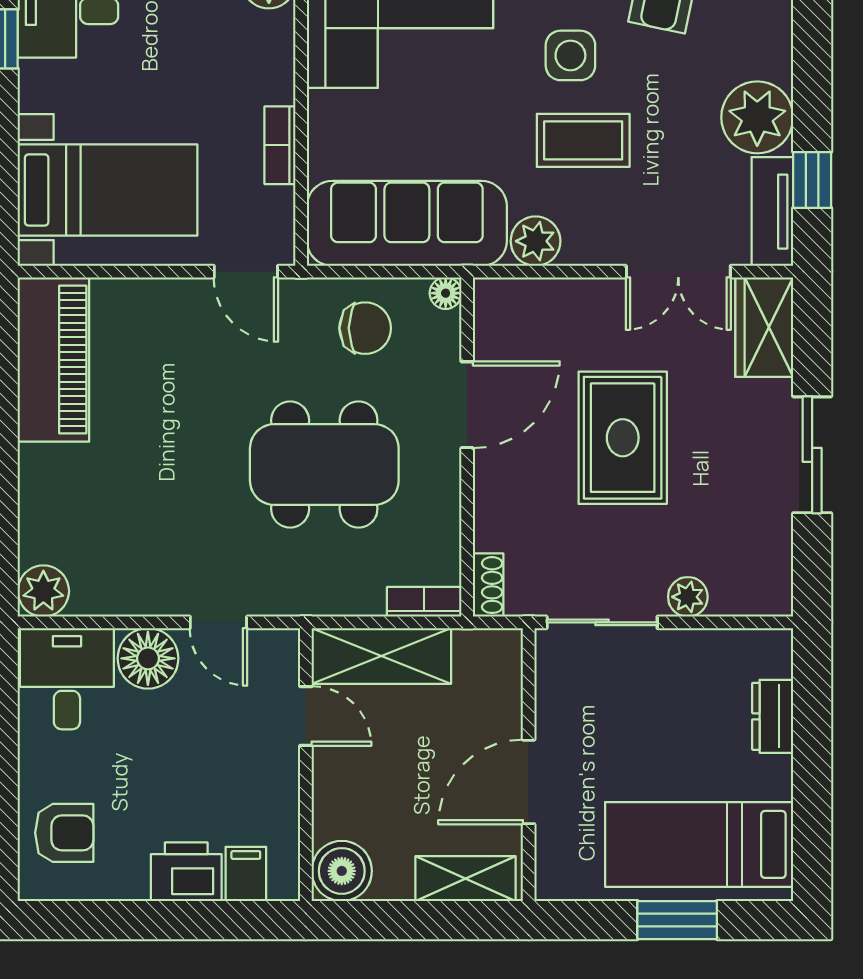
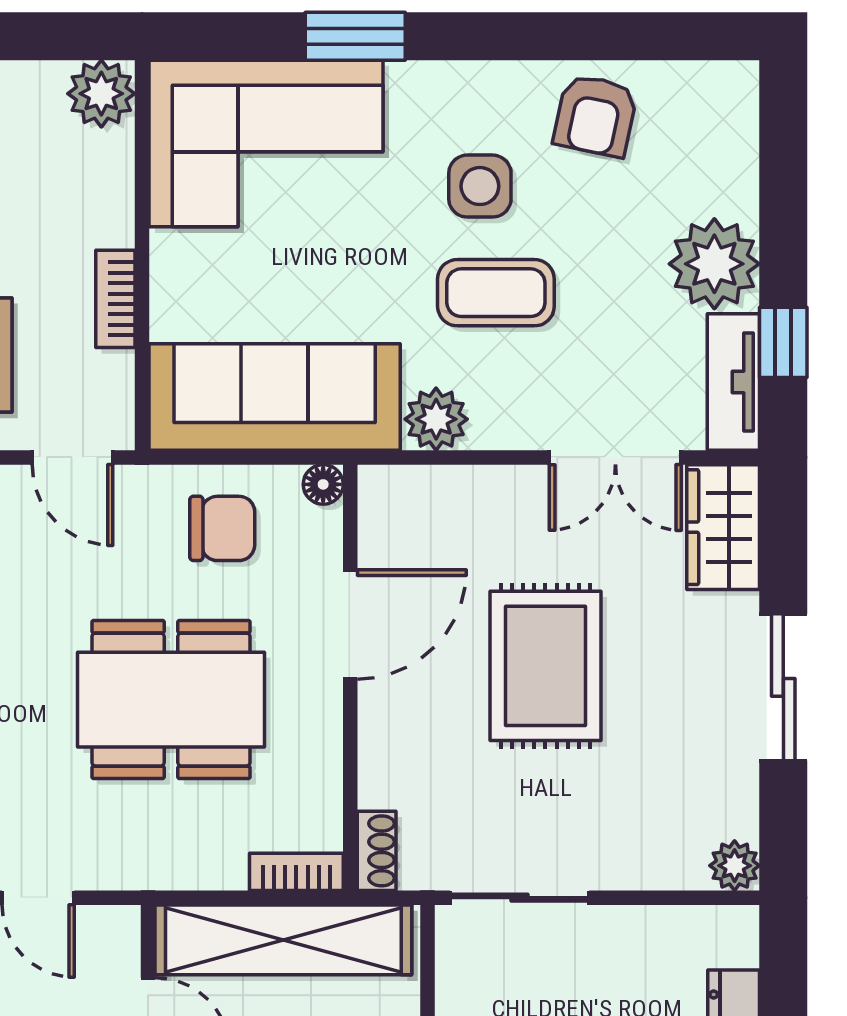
plant: (688, 597) -> (735, 866), moved
shelving: (381, 656) -> (283, 940), width x1.47

